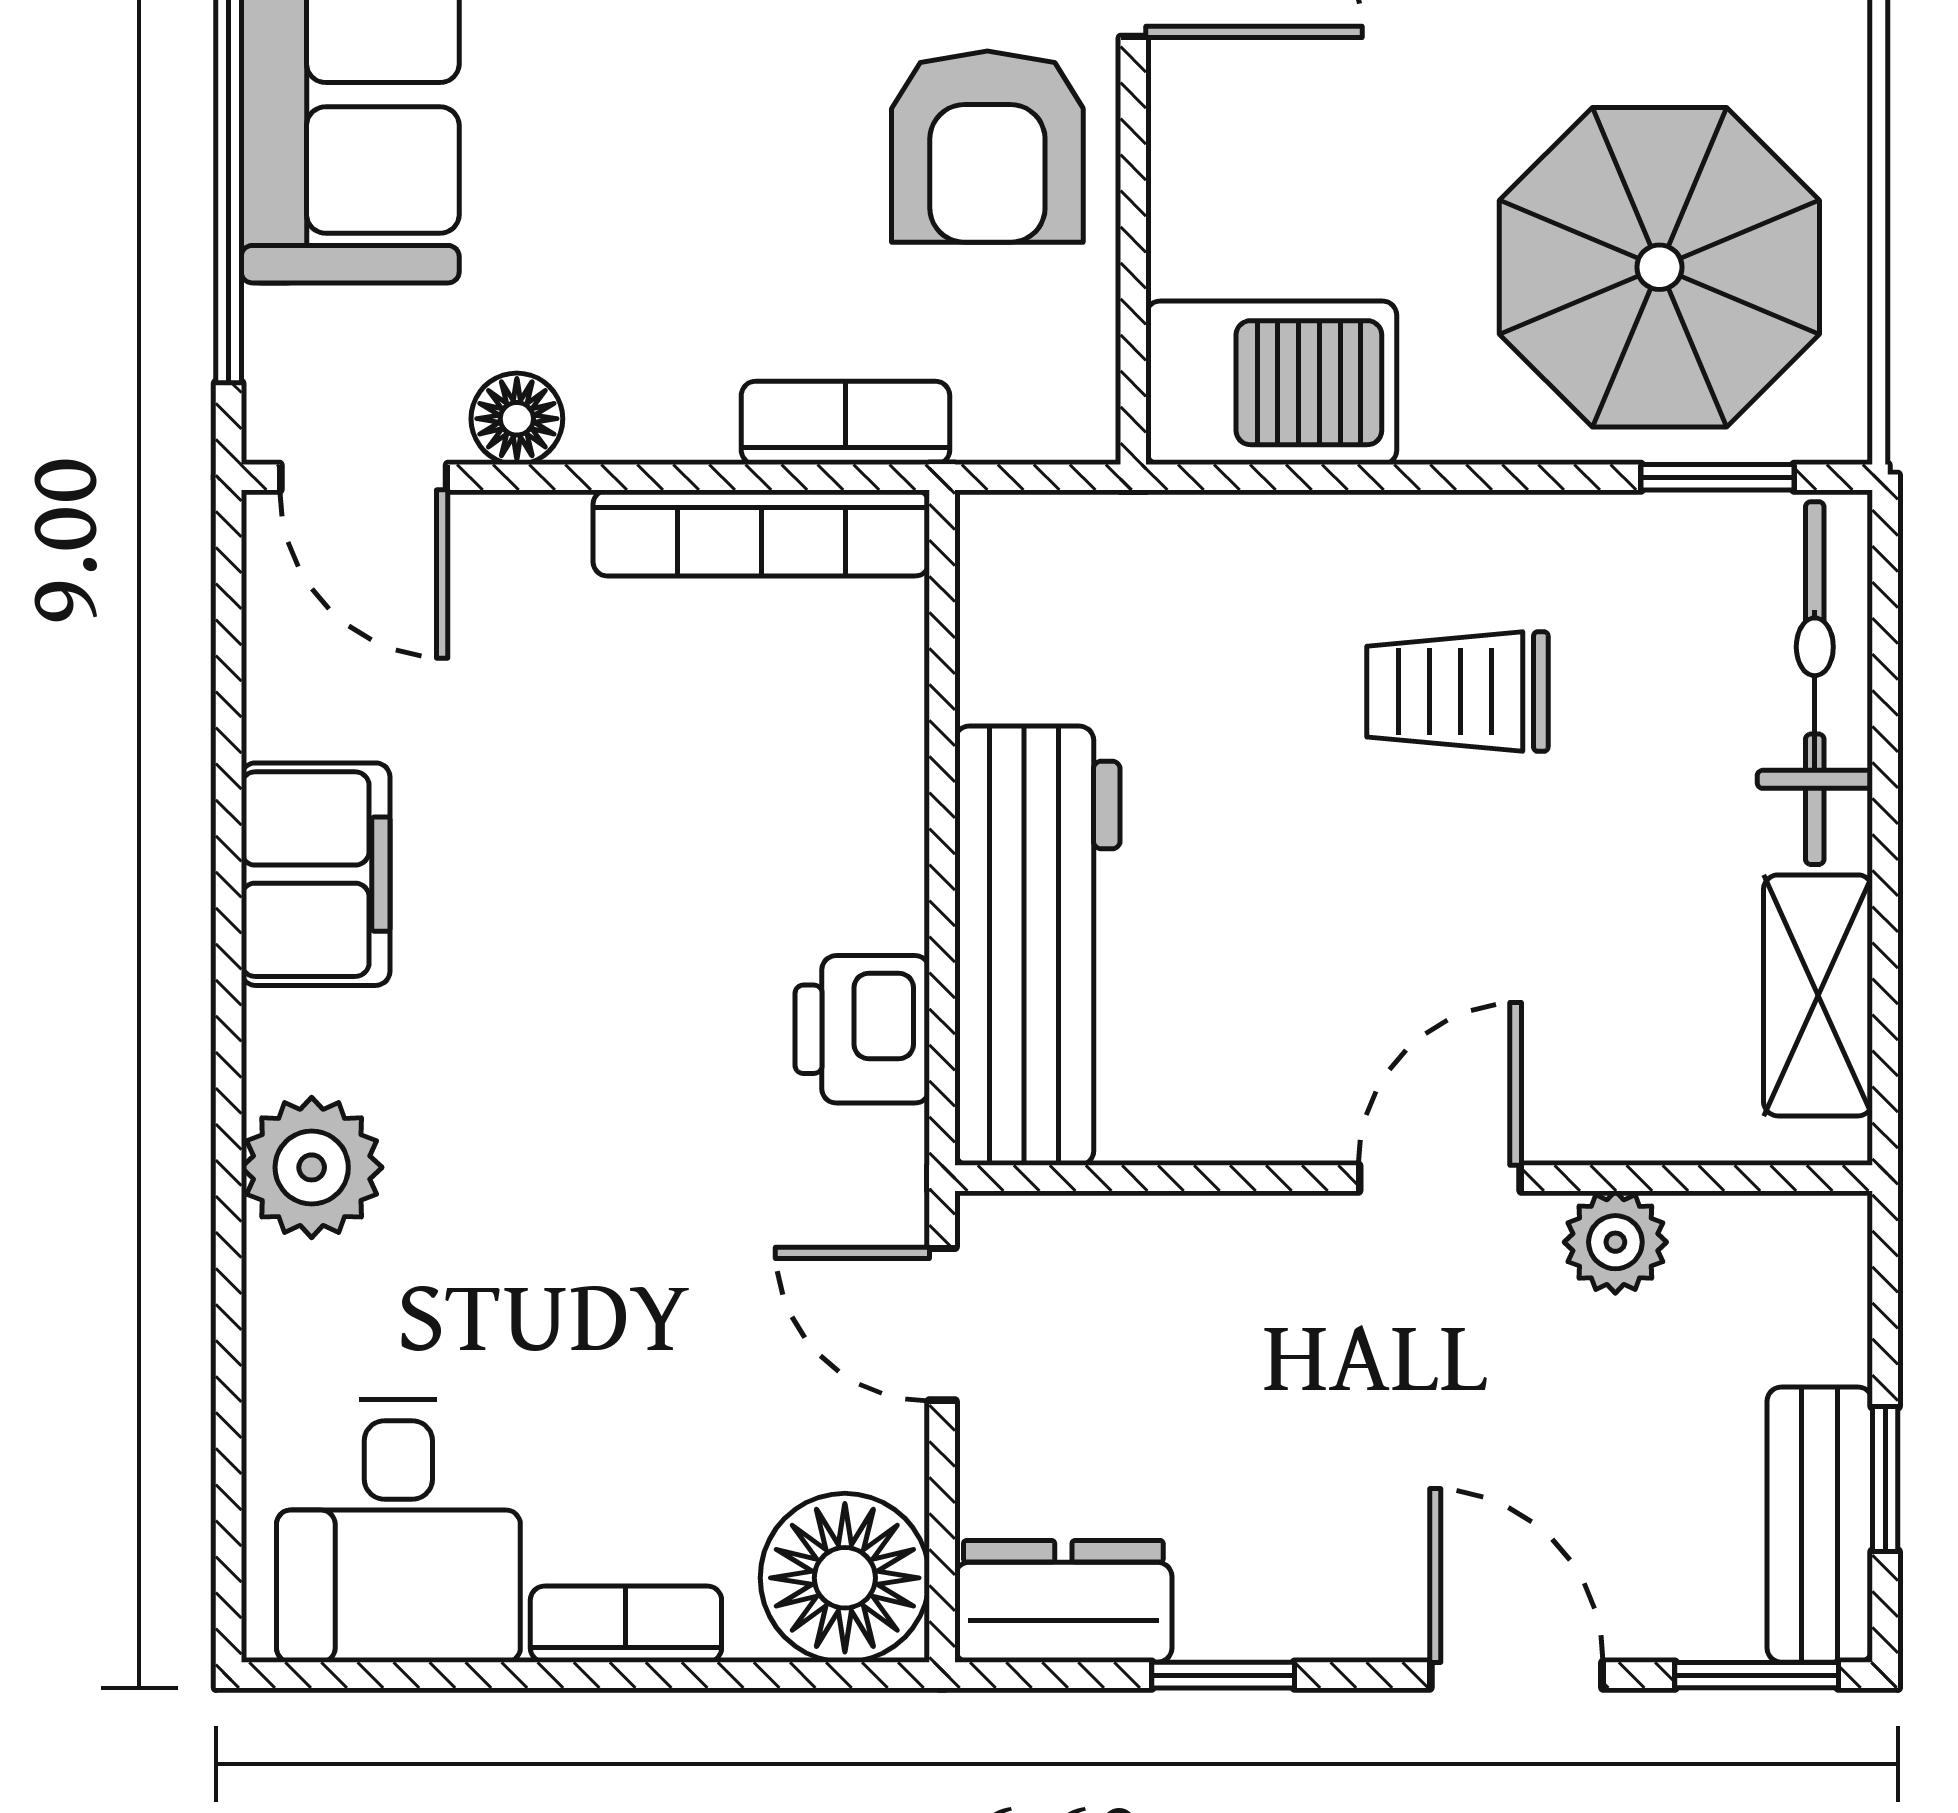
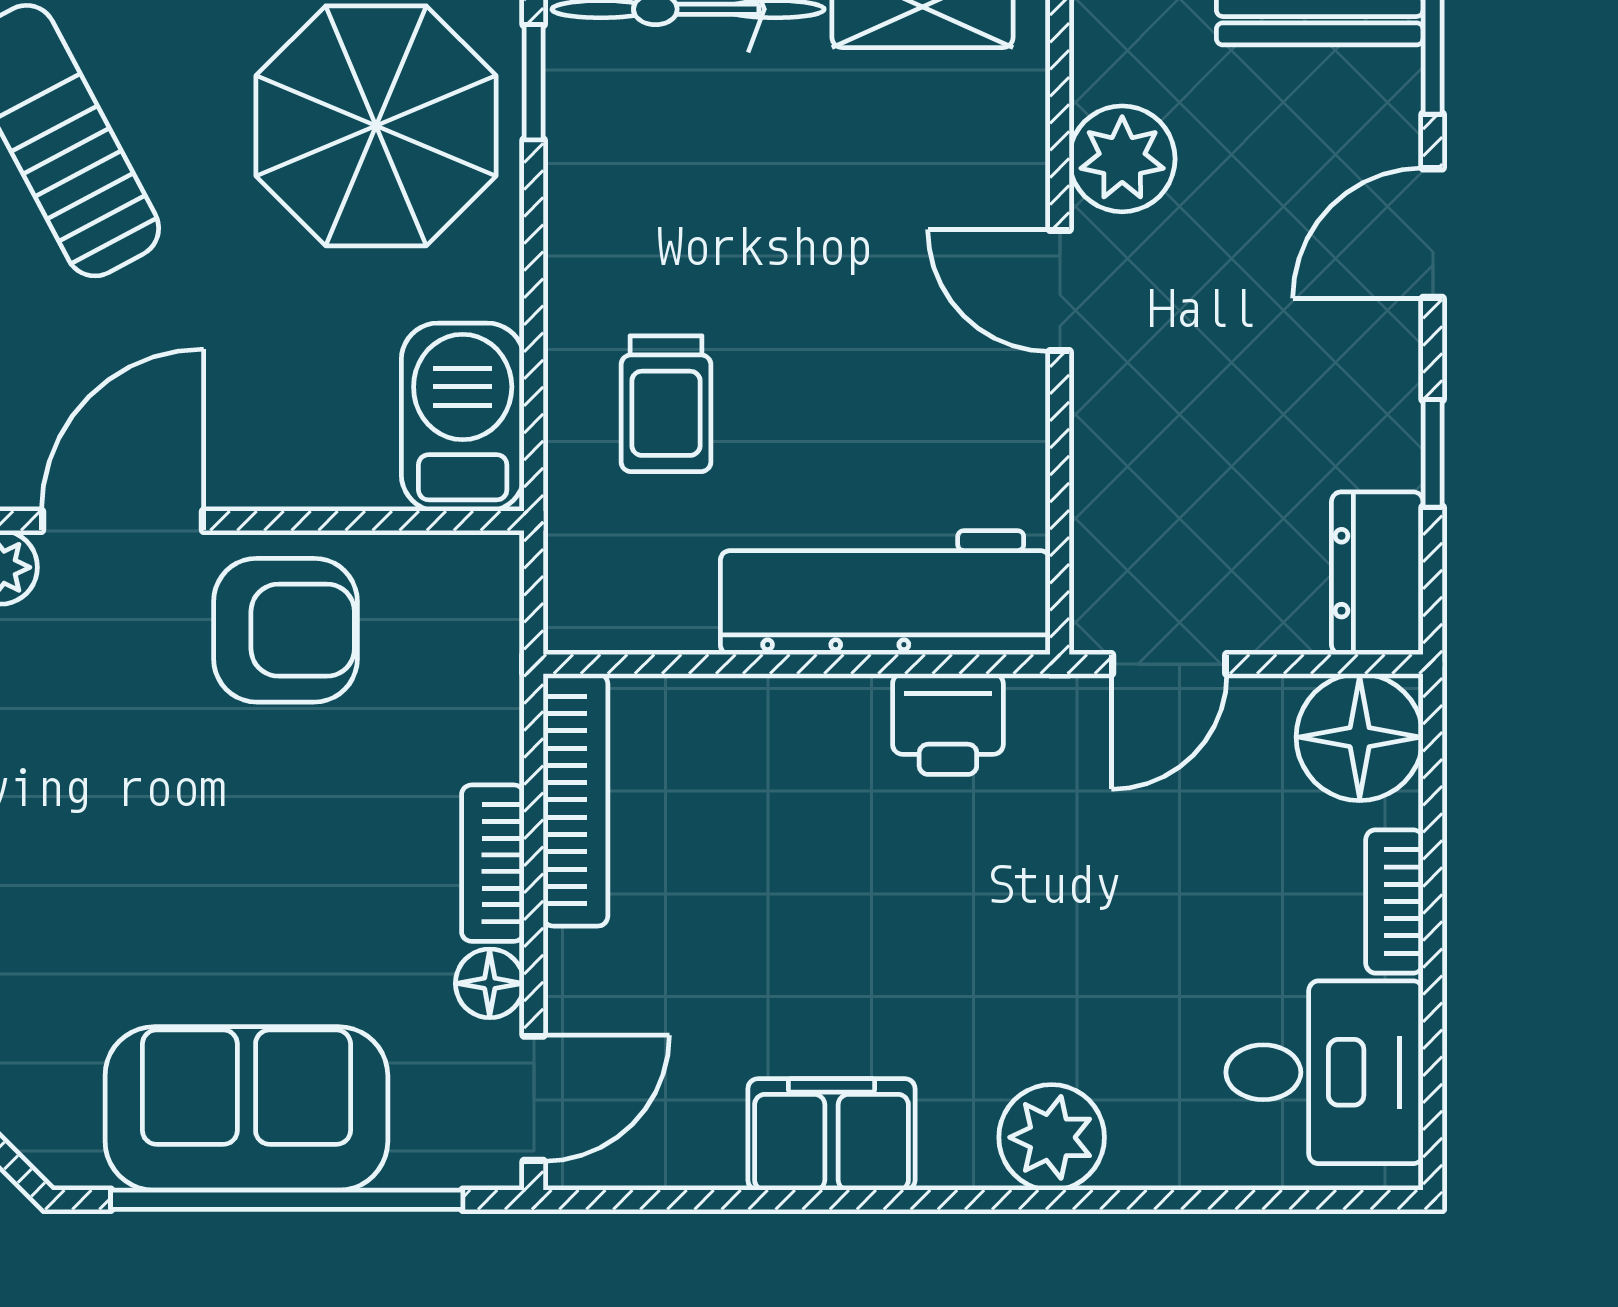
bookcase: (845, 423) -> (493, 863), moved
trolley: (1457, 692) -> (666, 404), moved
plant: (1615, 1242) -> (1122, 159), width x1.38, depth x1.38

